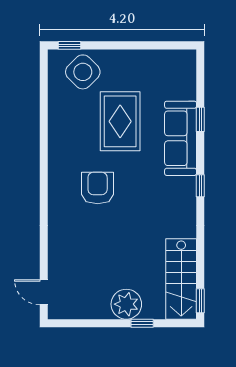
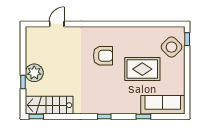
sofa: (181, 138) -> (163, 105), moved
door: (44, 292) -> (57, 24), moved

